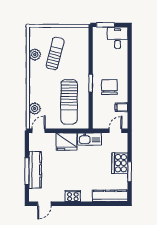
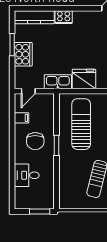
desk: (118, 38) -> (27, 175), moved, turned 90
cooker: (73, 196) -> (64, 17), moved

